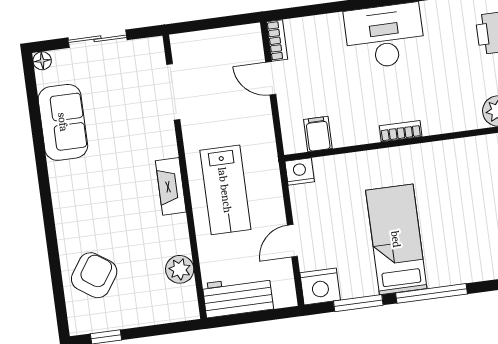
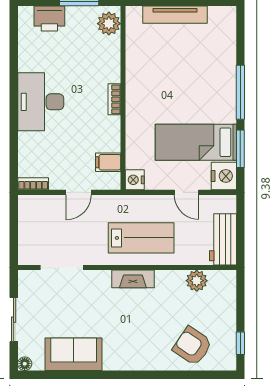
door: (271, 78) -> (78, 192), moved
bed: (396, 239) -> (196, 142), moved

